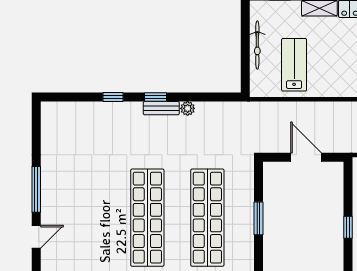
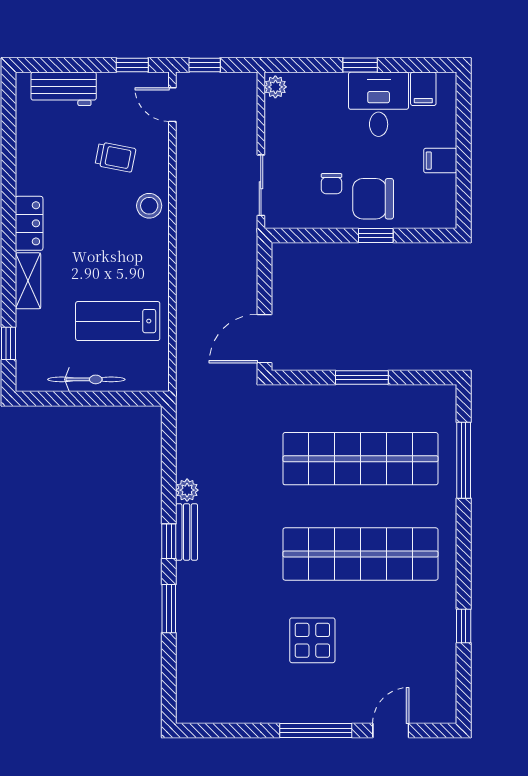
window: (113, 97) -> (169, 609), width x1.50
door: (306, 157) -> (265, 339), moved
display table: (93, 187) -> (312, 640), added
door: (36, 237) -> (391, 730), hinge flipped

